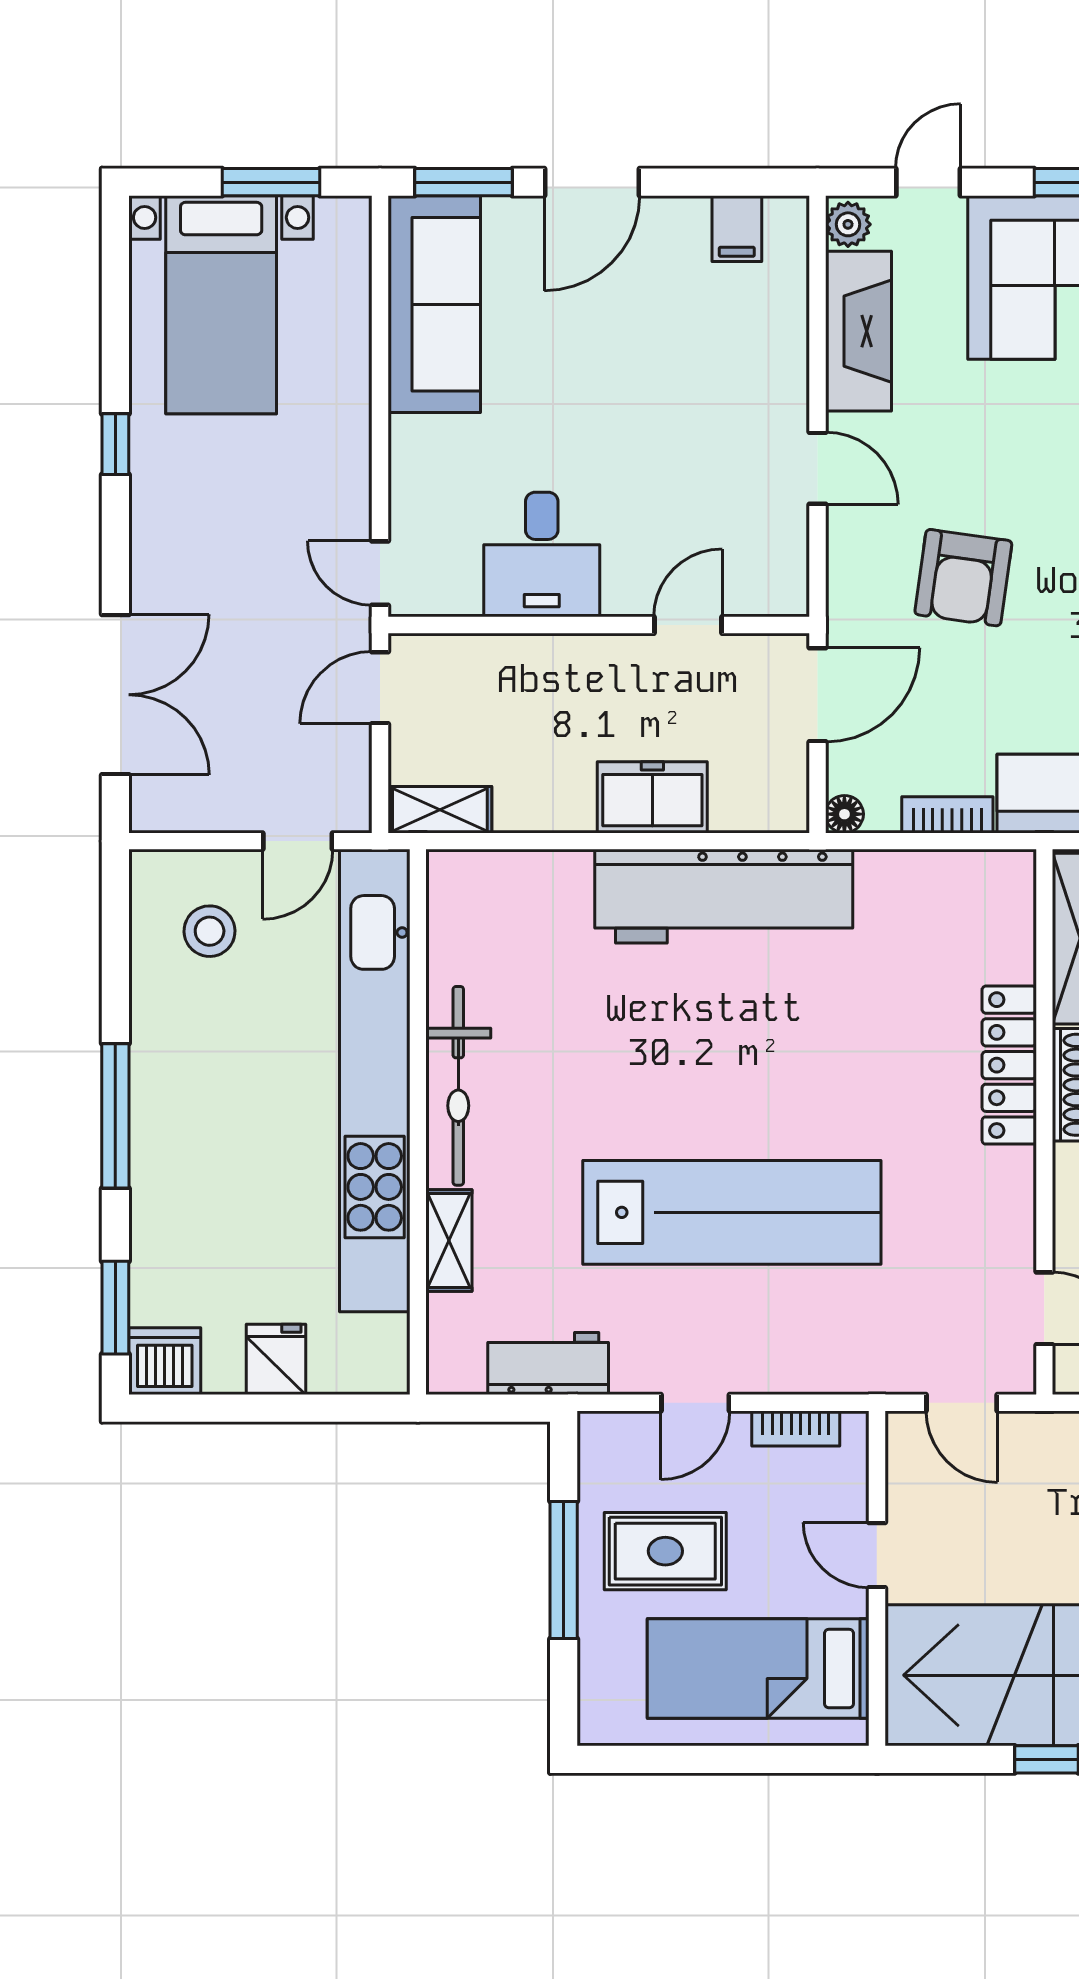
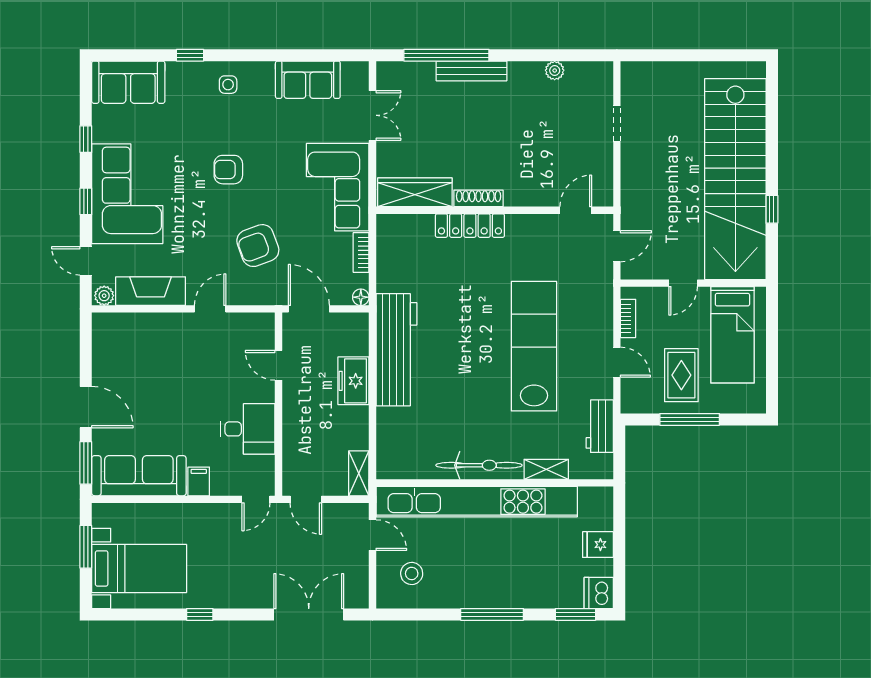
filing cabinet: (737, 229) -> (199, 481), moved, turned -90
armchair: (963, 578) -> (258, 246), turned 152

